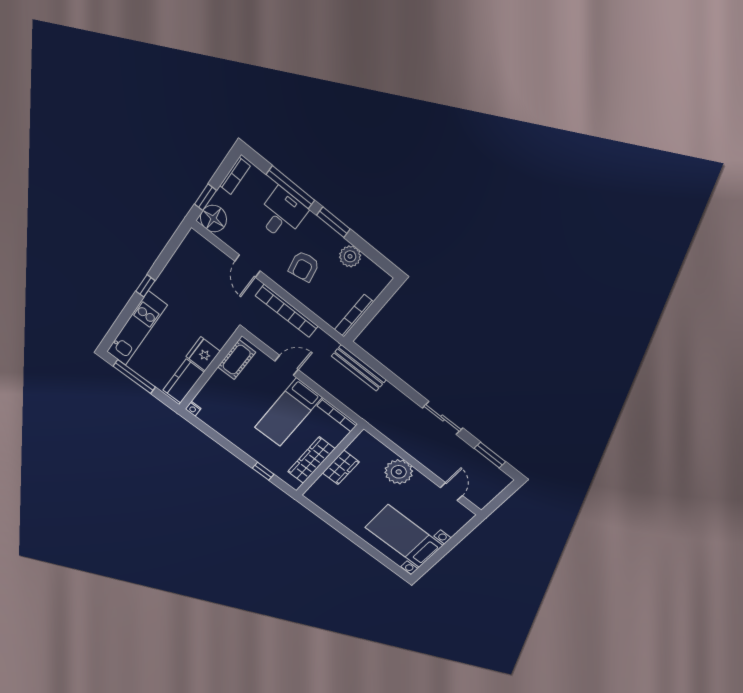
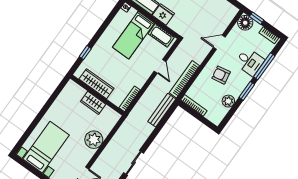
bookcase: (287, 311) -> (184, 79), moved
bed: (288, 413) -> (134, 35), moved, turned -90

